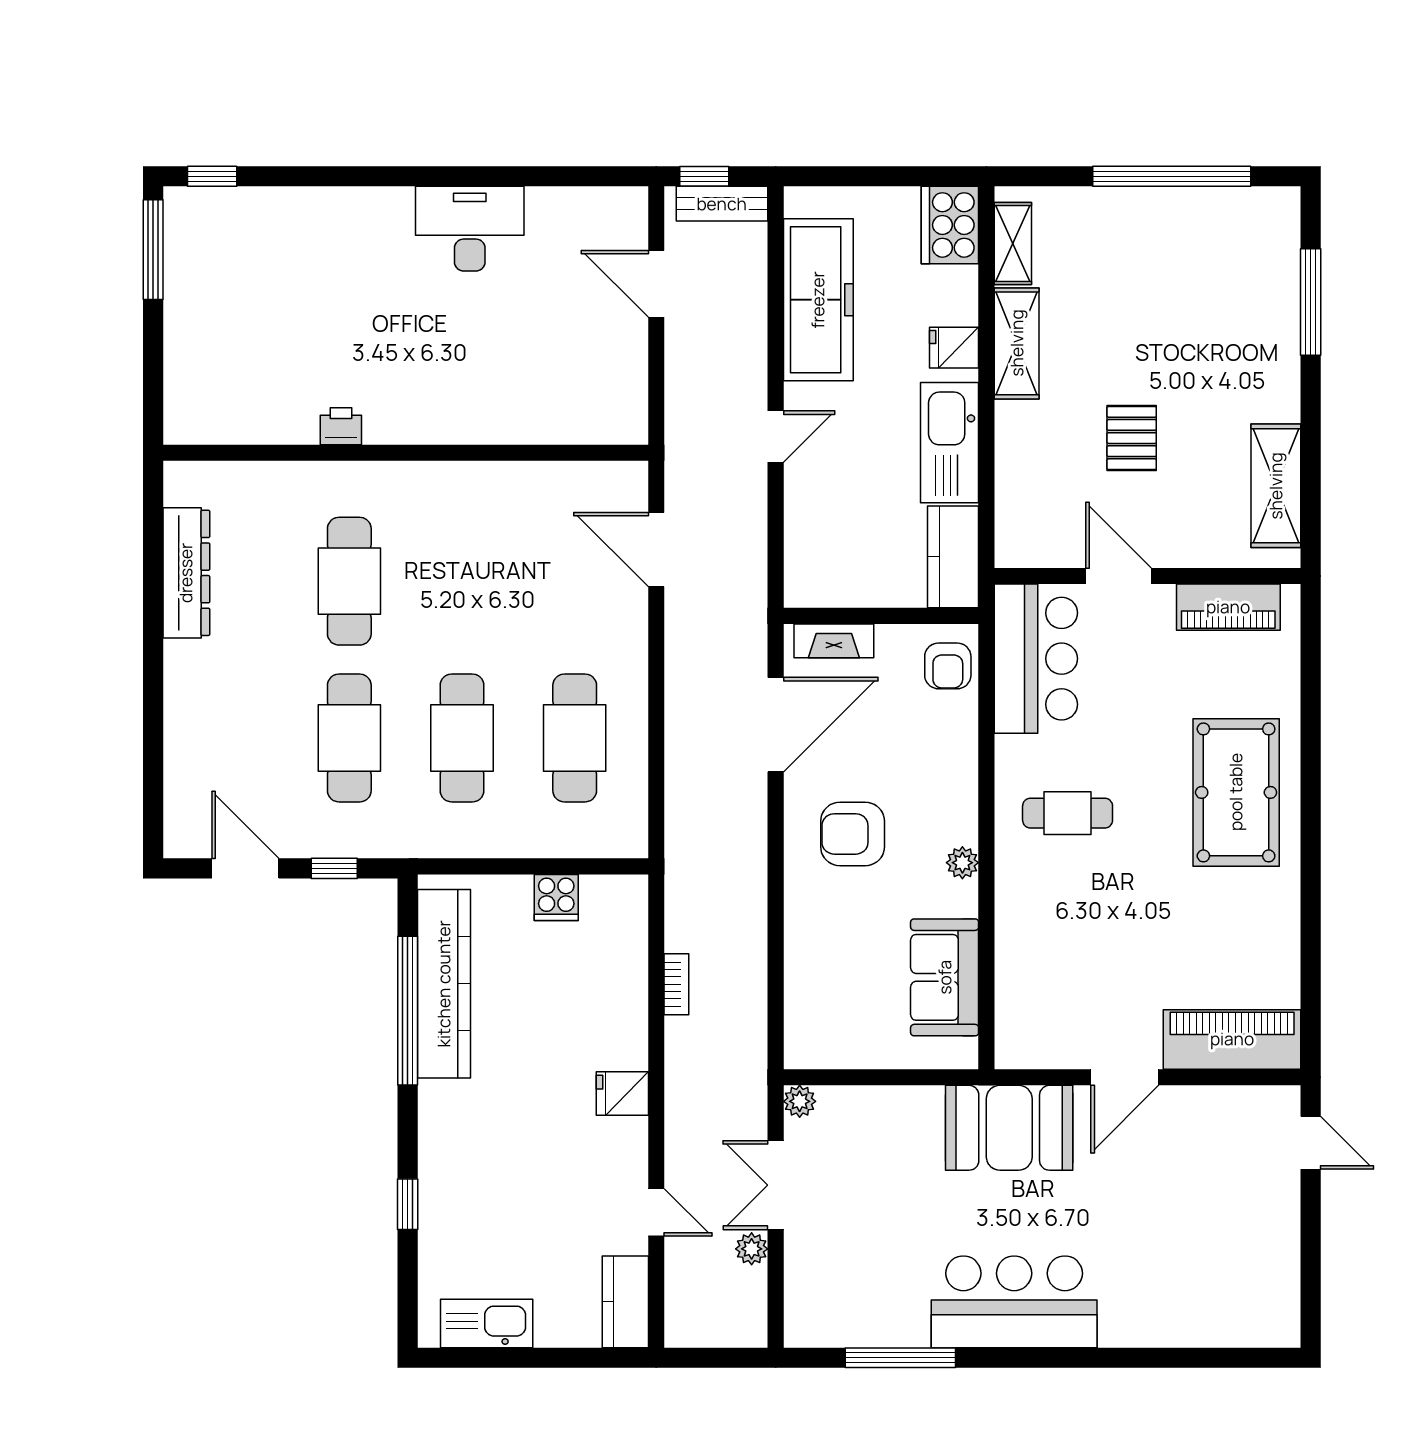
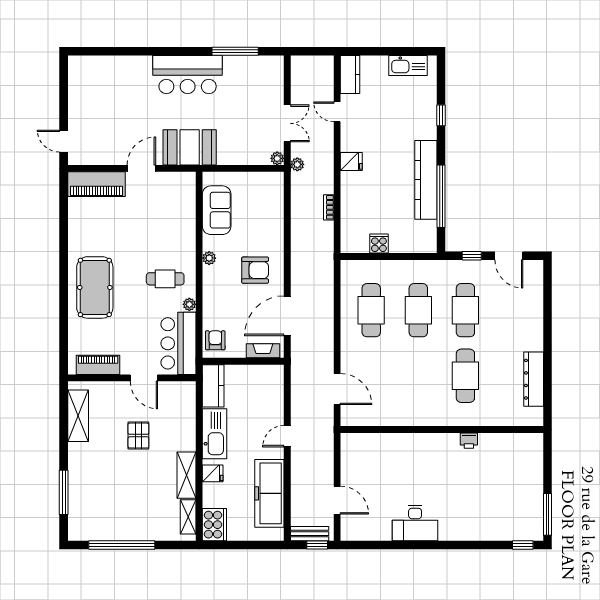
plant: (1010, 752) -> (189, 304), added
kitchen counter: (444, 984) -> (426, 180), moved
plant: (752, 1249) -> (297, 164), moved

